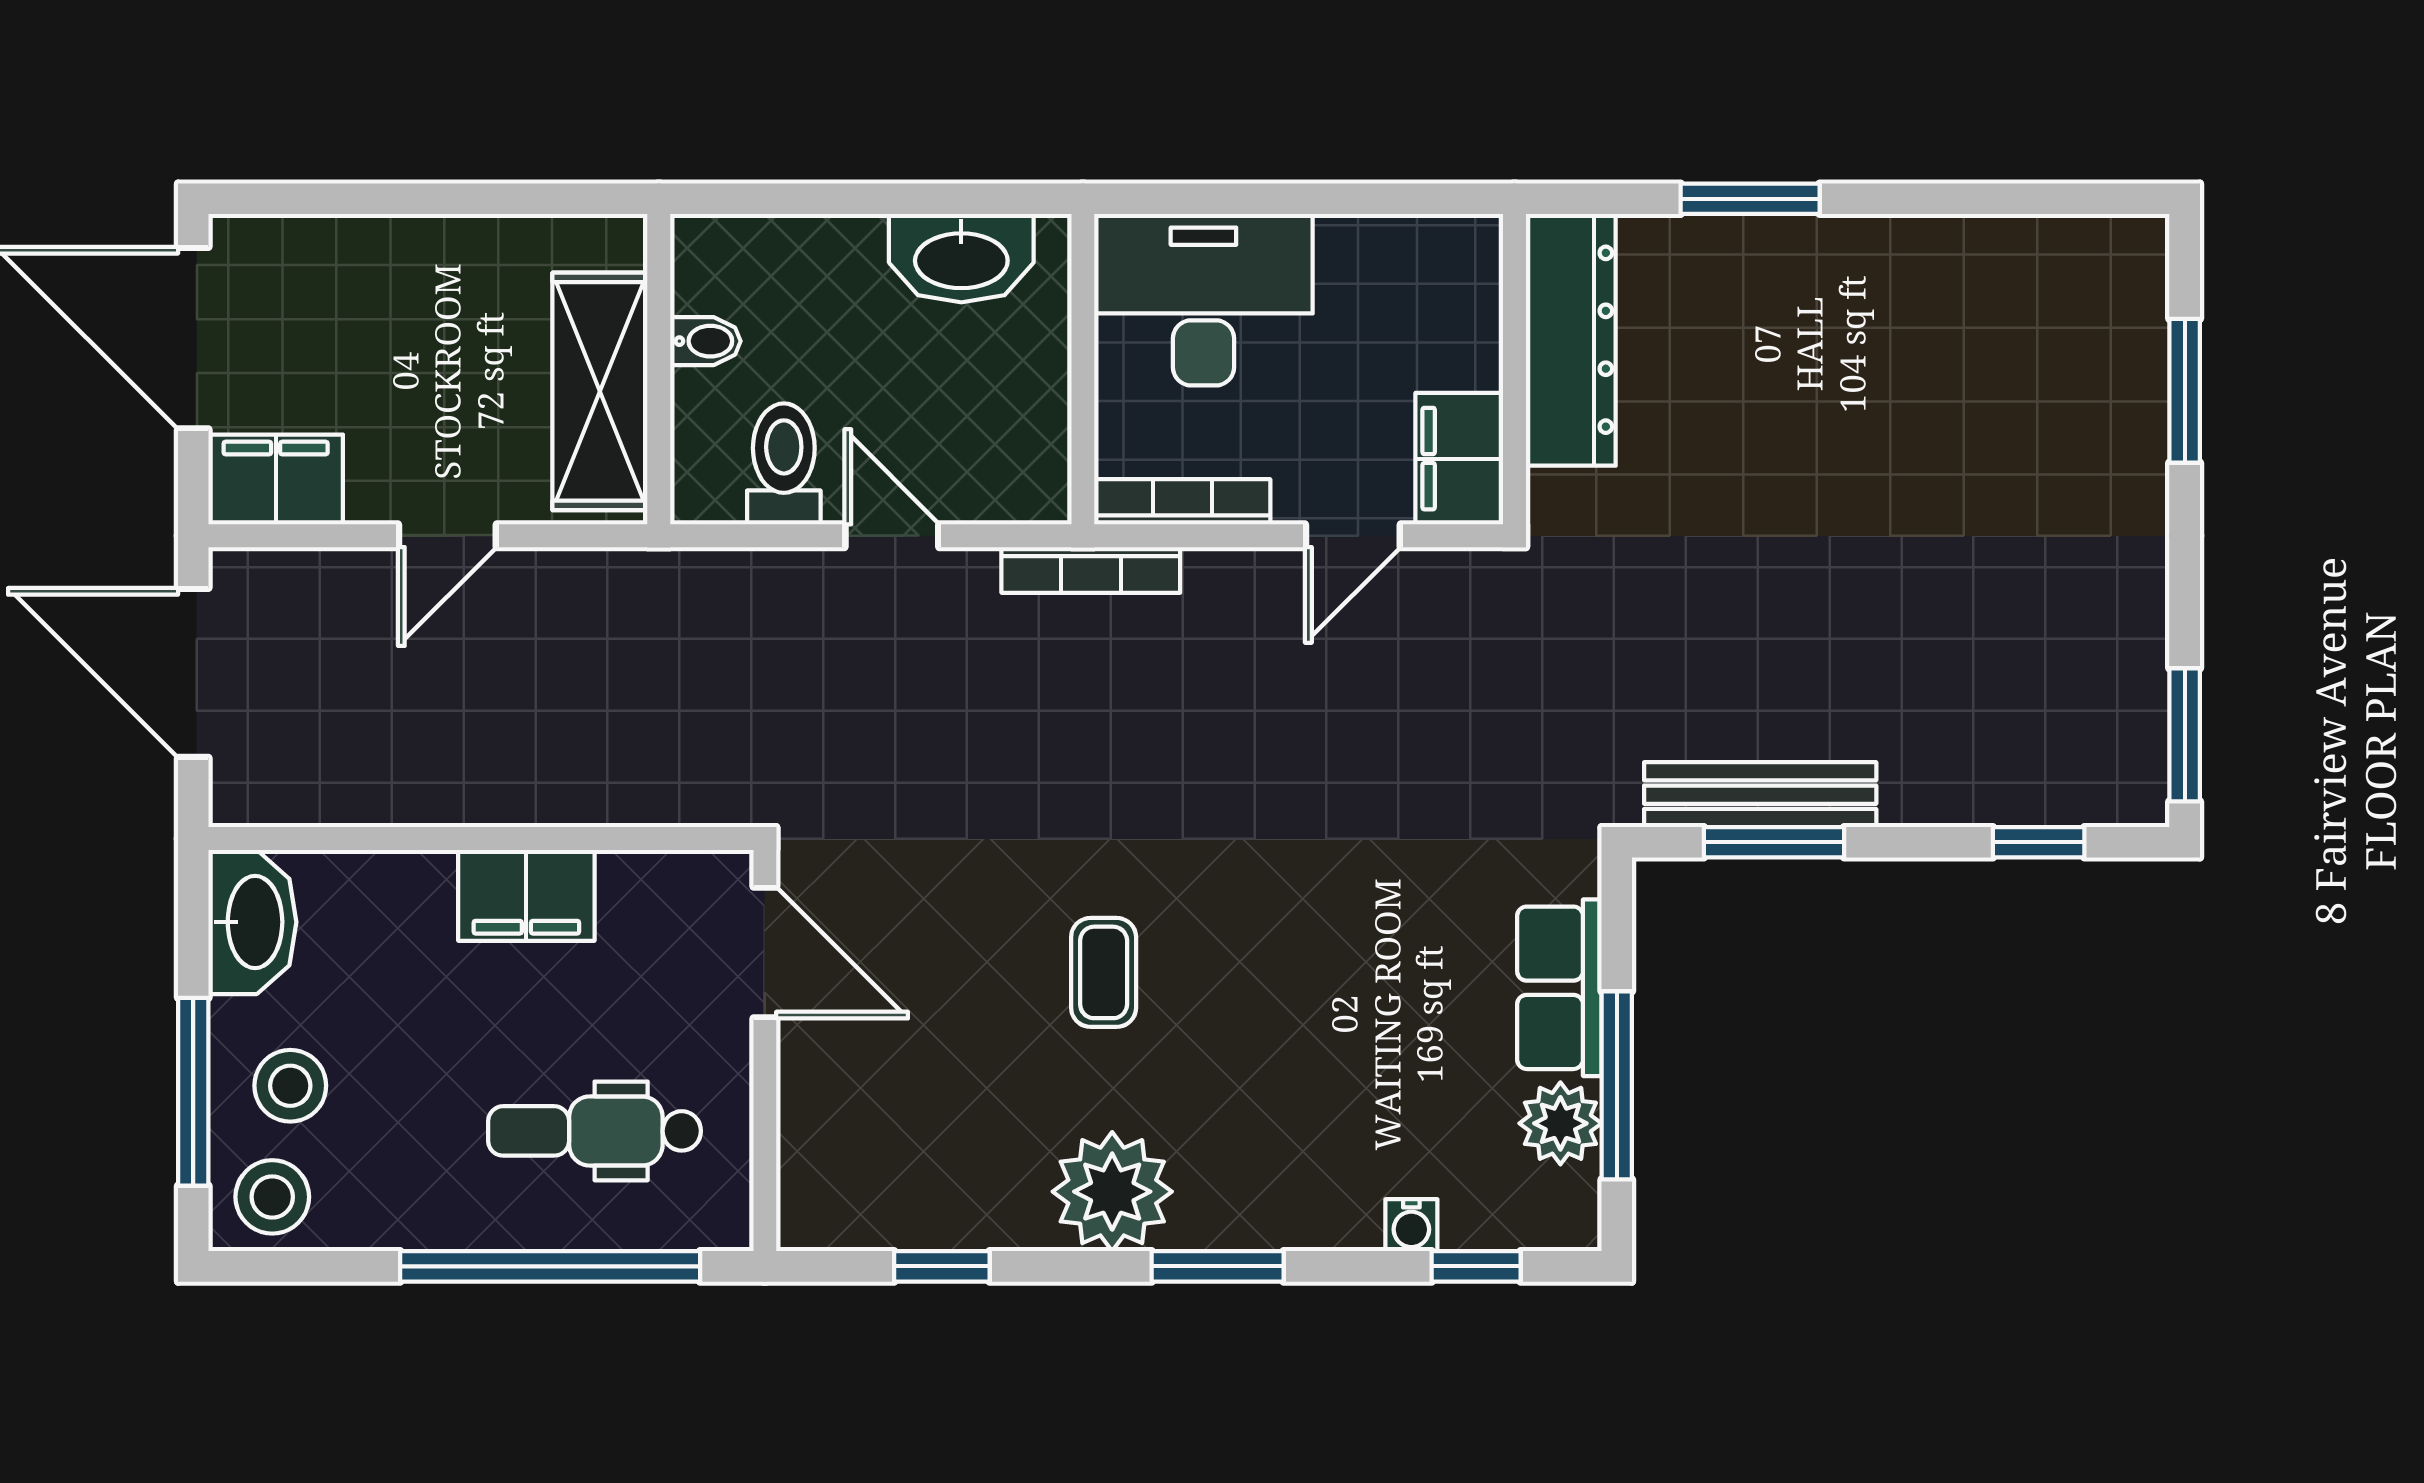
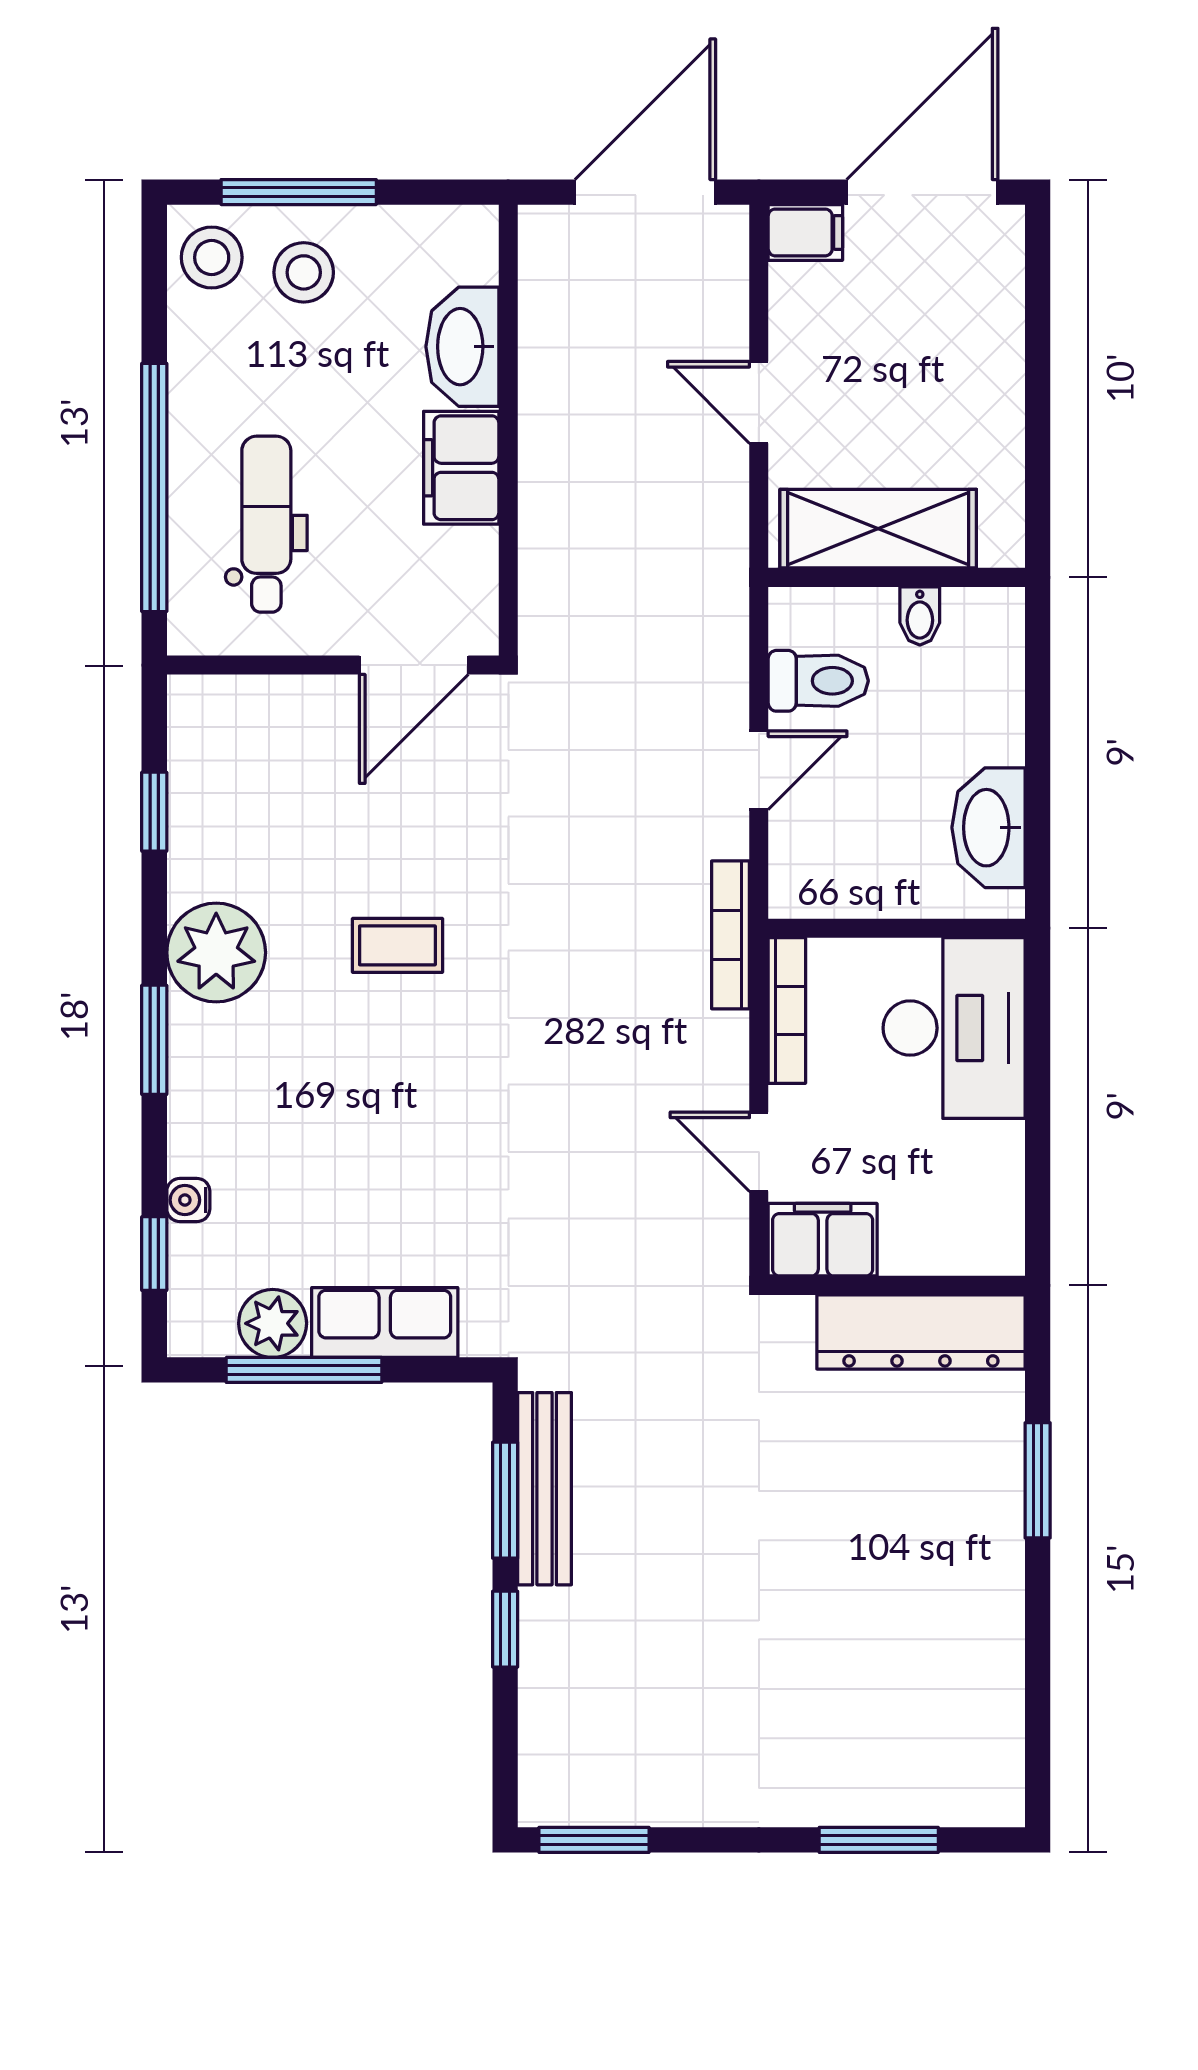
filing cabinet: (276, 479) -> (805, 232), width x0.50
window: (2039, 842) -> (505, 1629), moved
washbasin: (252, 922) -> (462, 347), moved, turned 90

